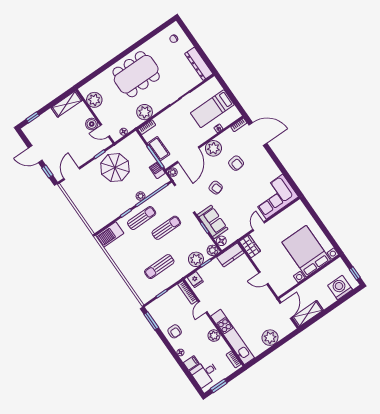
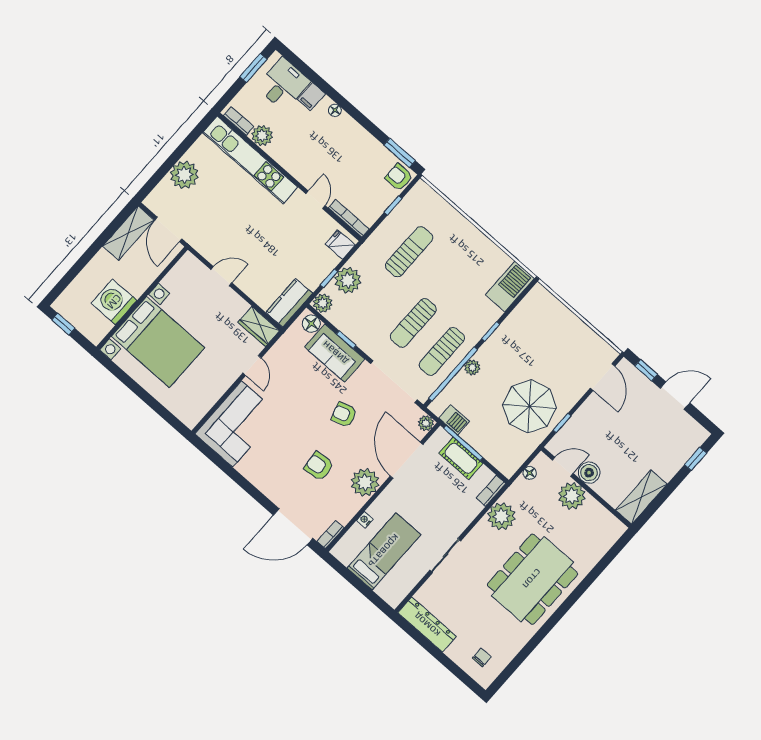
plant: (94, 100) -> (572, 496), moved
sun lounger: (142, 218) -> (442, 351), moved
washing machine: (340, 288) -> (114, 302), moved, turned 180
armchair: (175, 331) -> (399, 177), moved
plant: (214, 336) -> (262, 136), moved

